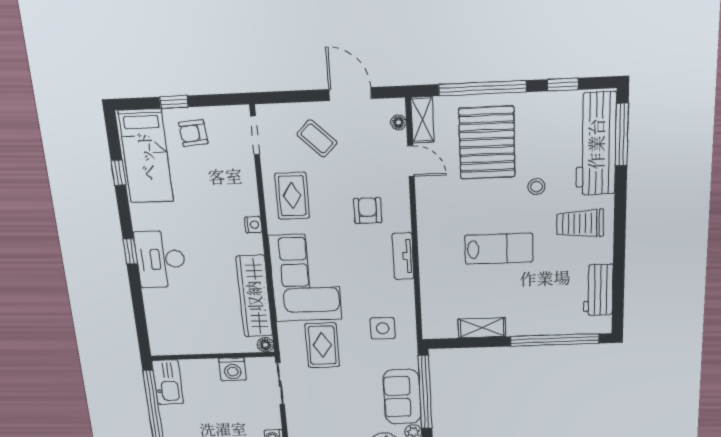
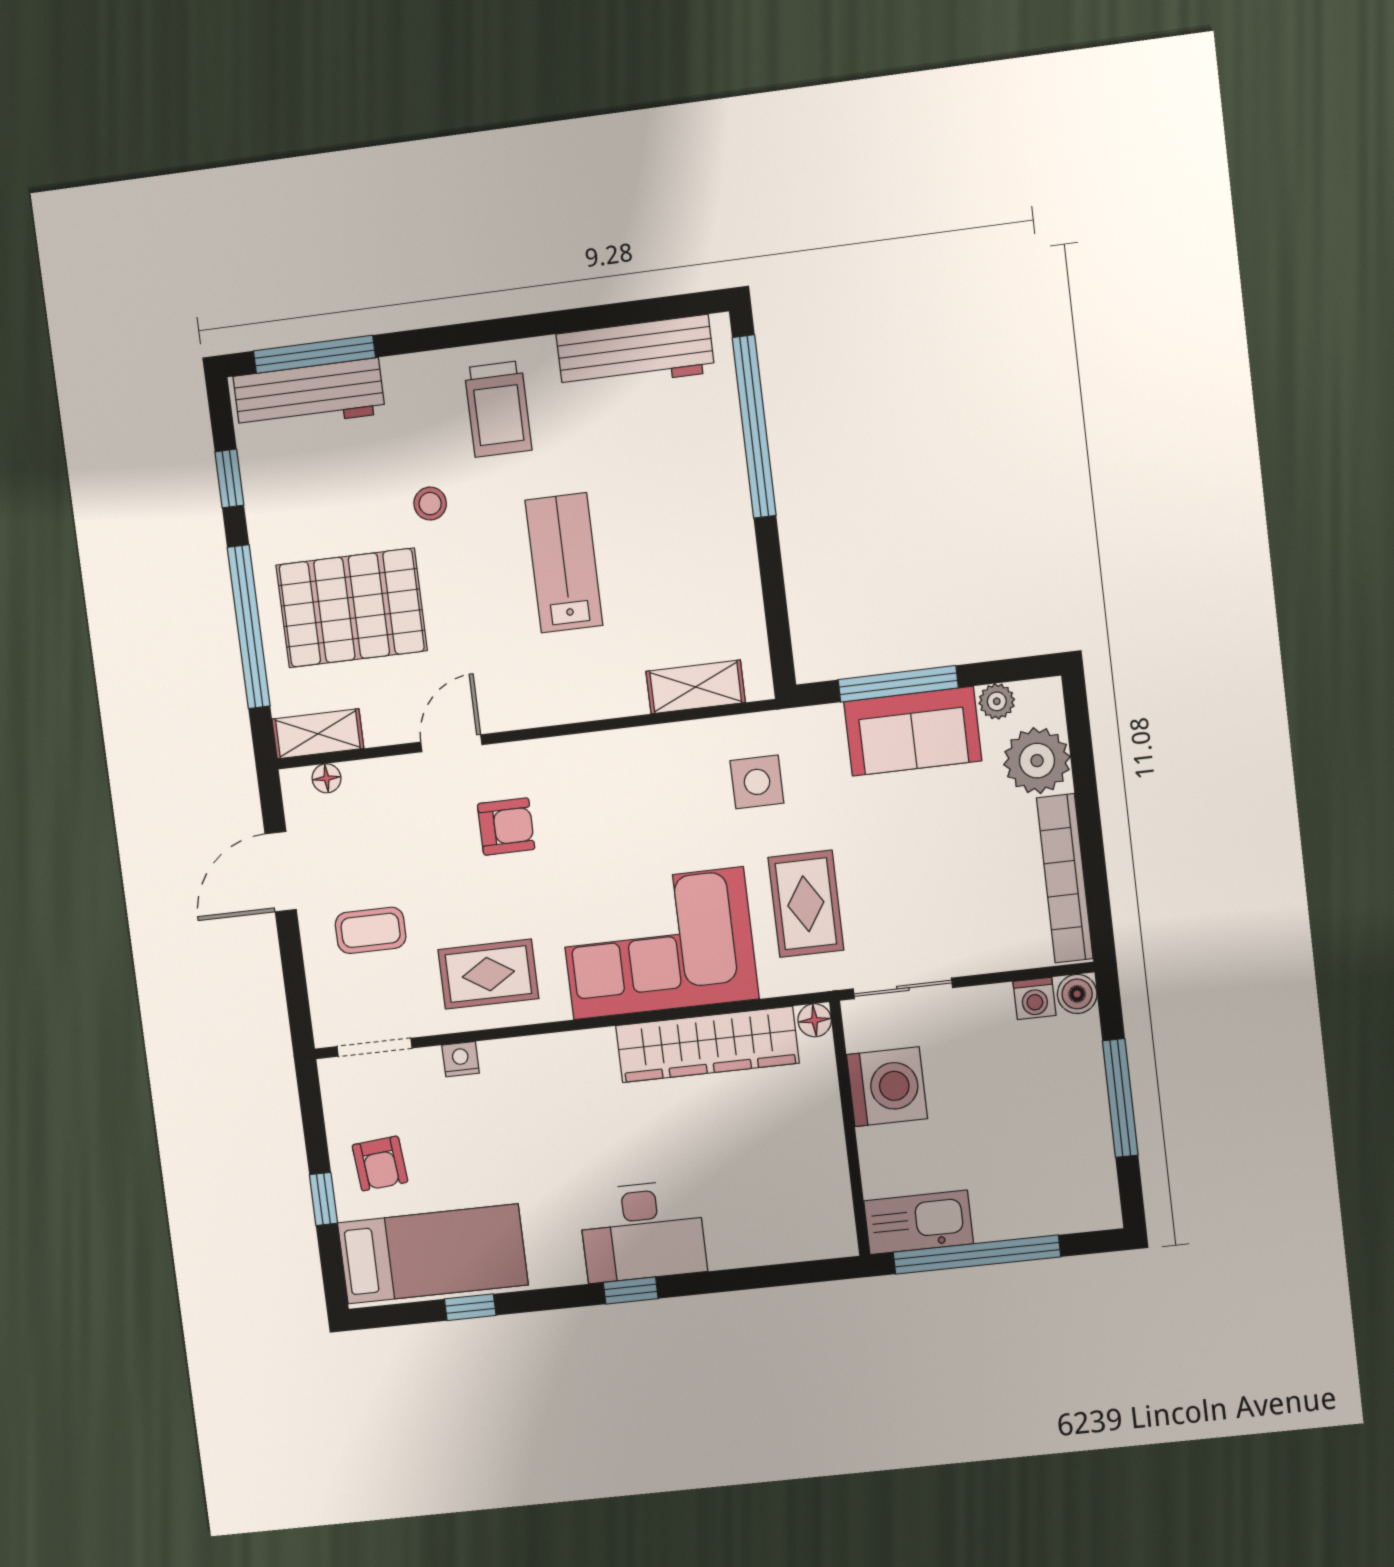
coffee table: (317, 138) -> (371, 930), turned 45
workbench: (596, 144) -> (309, 395), width x0.73, depth x0.76
door: (411, 161) -> (451, 743), moved
armchair: (368, 210) -> (506, 827), turned 180
nightstand: (253, 225) -> (461, 1059), moved
tv unit: (403, 256) -> (596, 751), removed
workbench: (598, 290) -> (635, 353), width x1.37
shelving: (482, 328) -> (696, 687), moved, turned 90
rug: (322, 345) -> (806, 904), turned 90
washing machine: (233, 369) -> (887, 1087), width x1.37, depth x1.37
window: (425, 392) -> (898, 684), width x0.68

